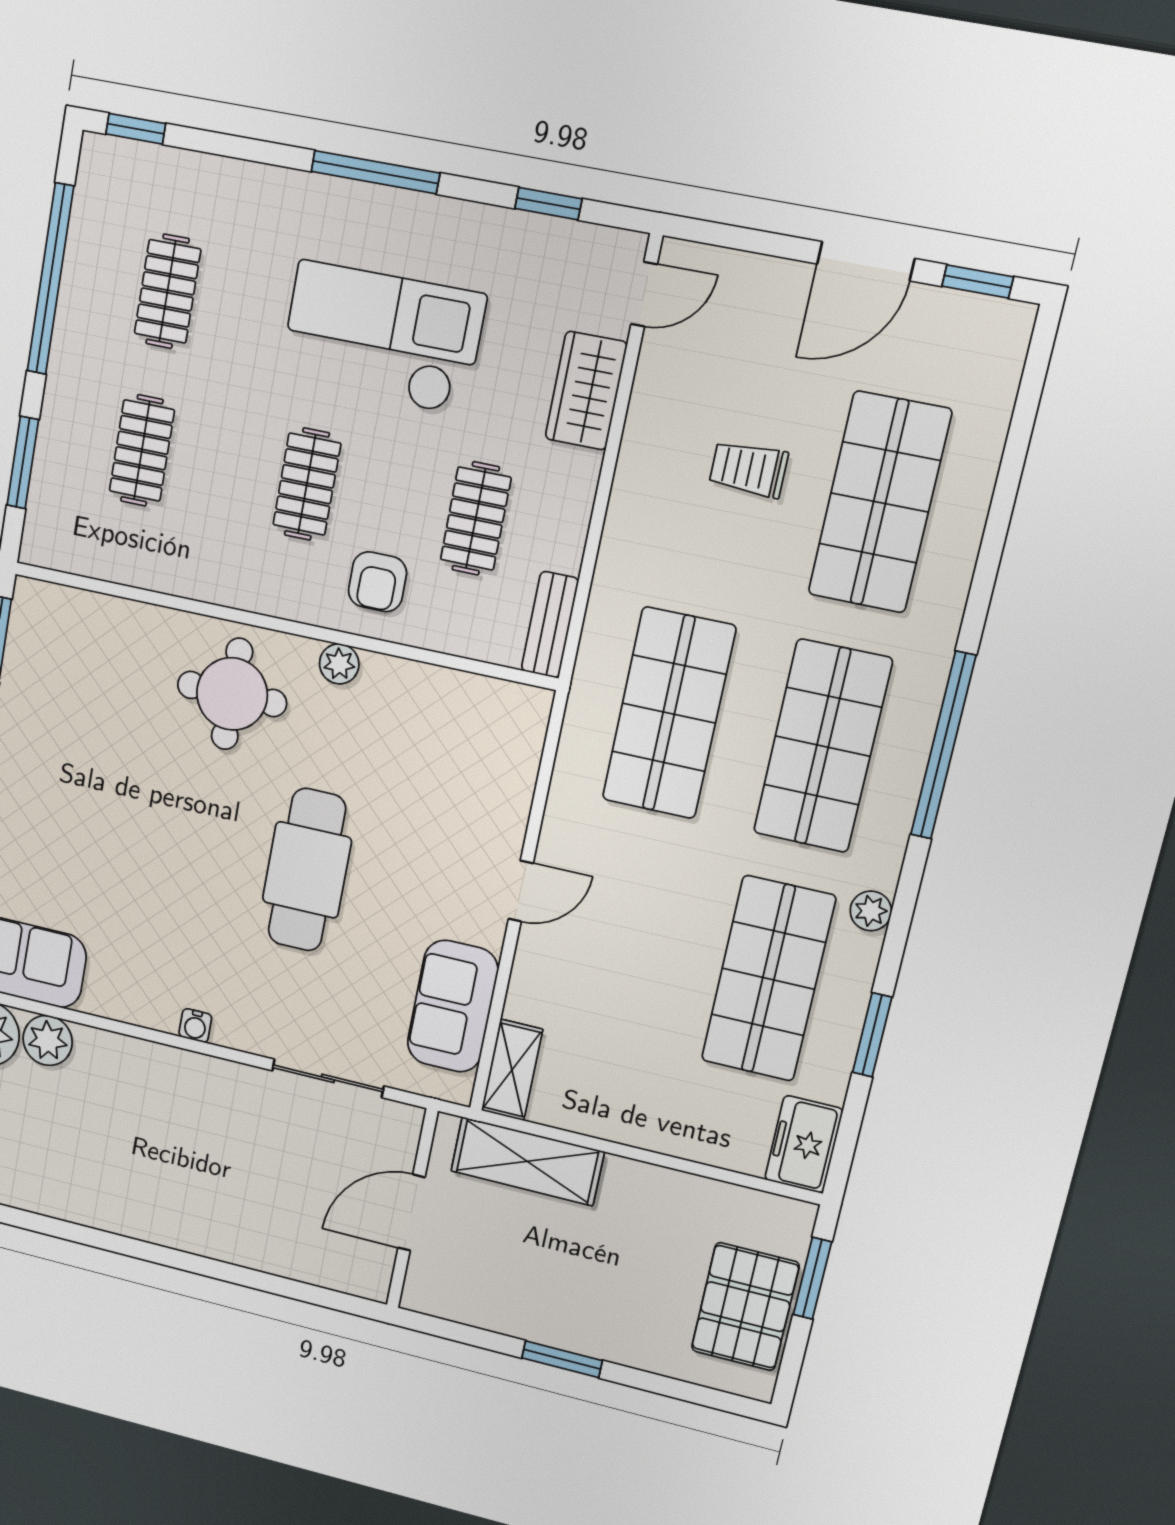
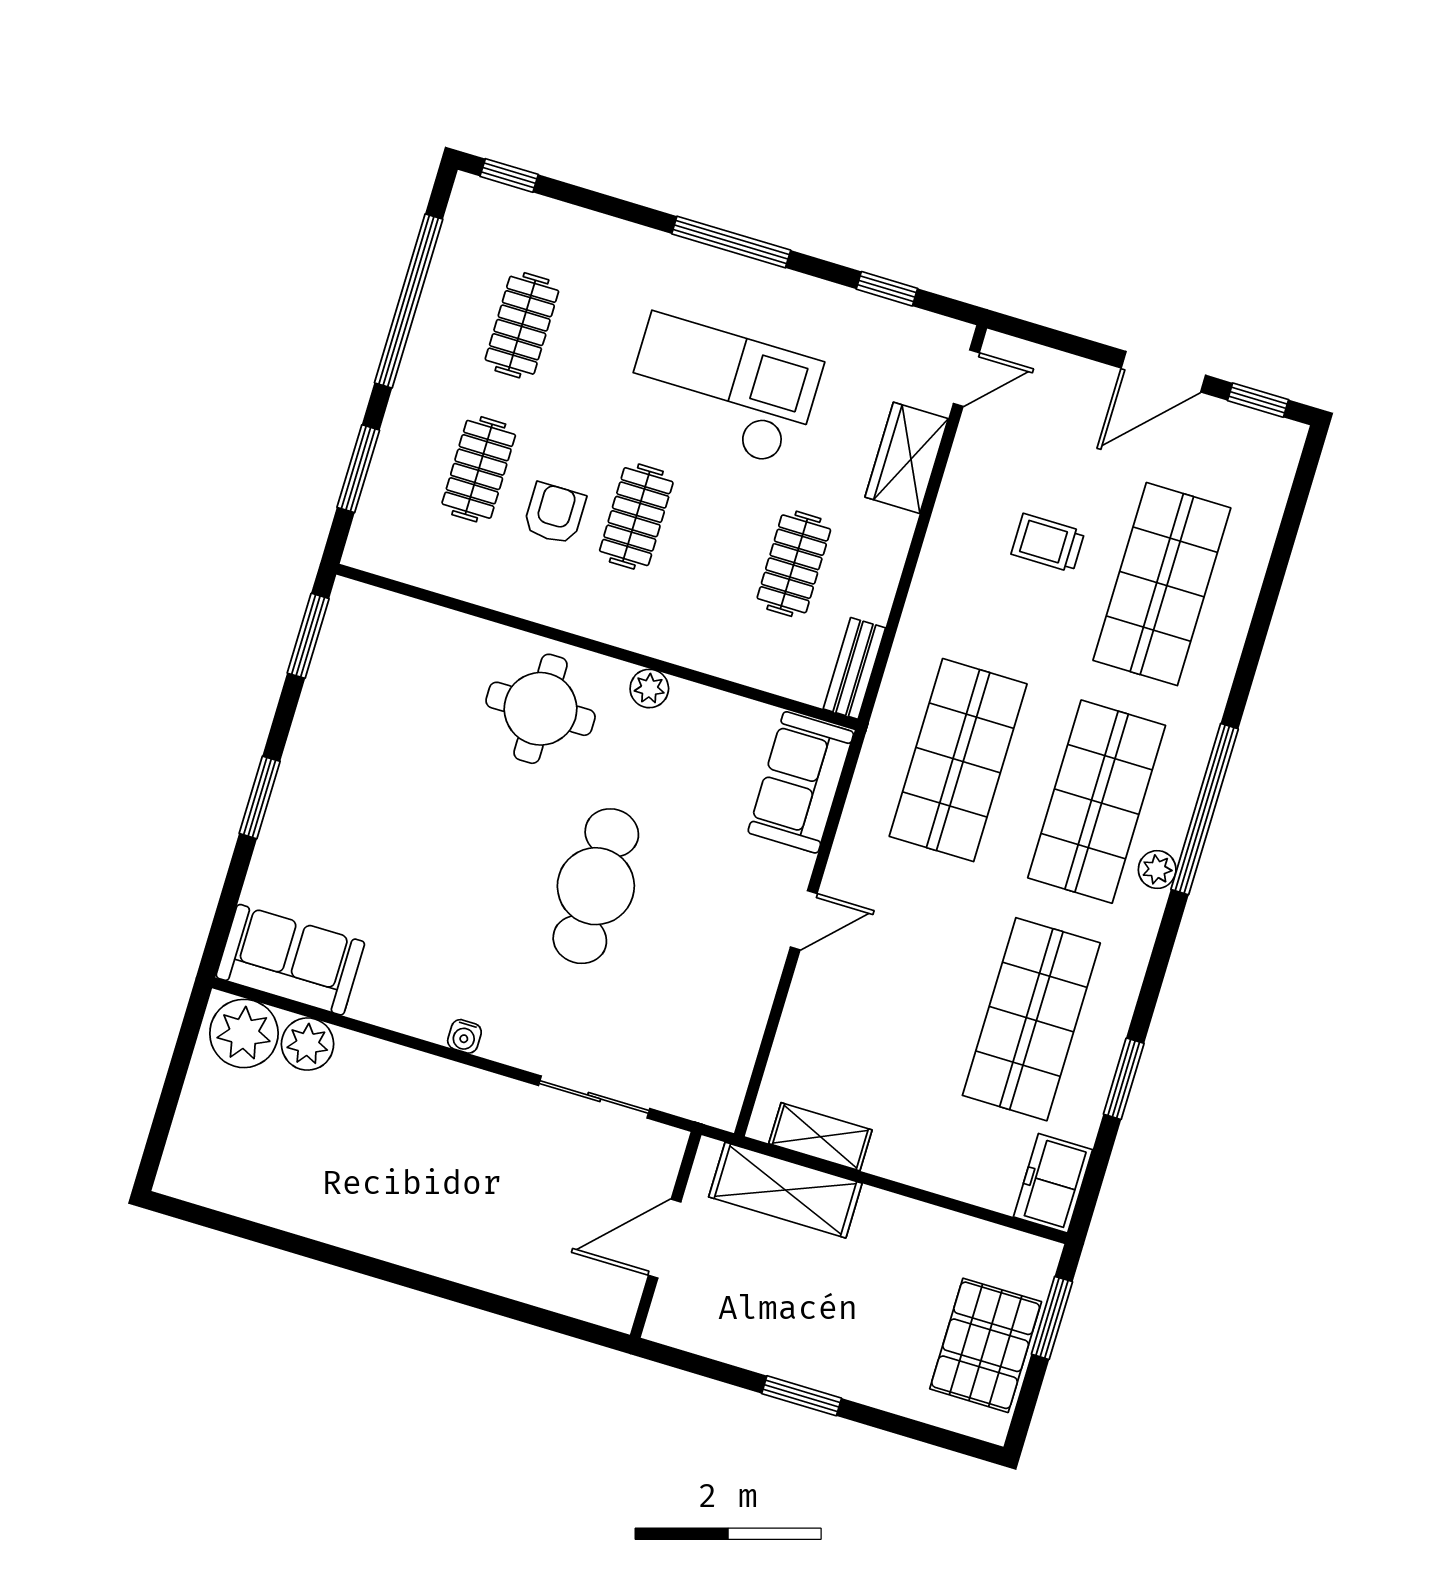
armchair: (377, 582) -> (554, 514), moved, turned 180
plant: (871, 911) -> (1157, 870), moved
sofa: (453, 1006) -> (801, 782), moved
shelving: (512, 1070) -> (820, 1137), moved, turned 90

